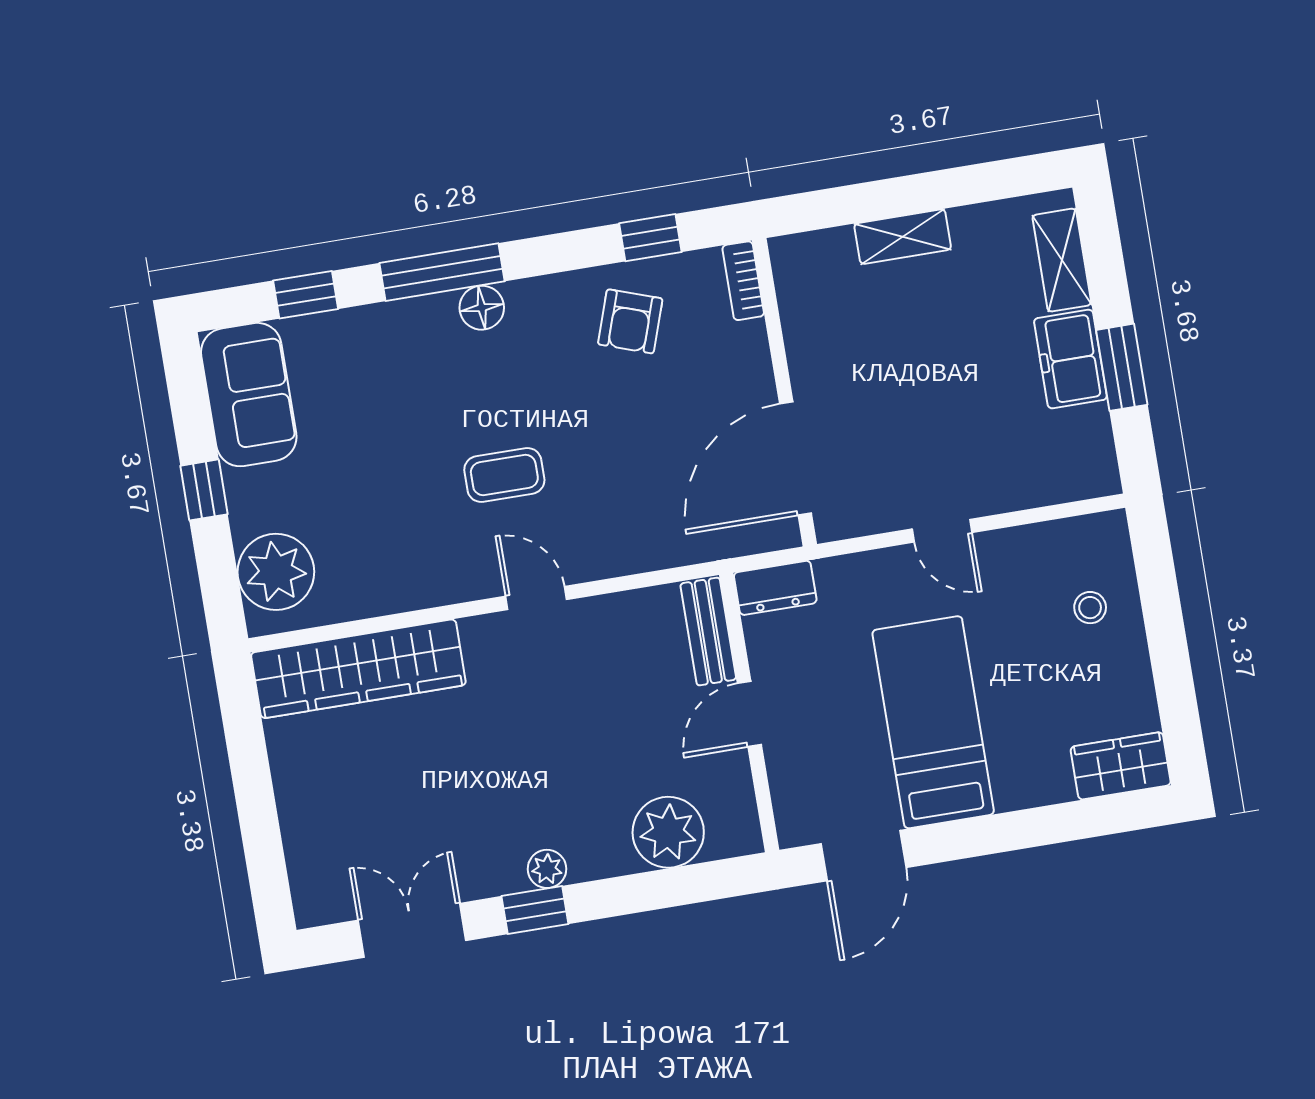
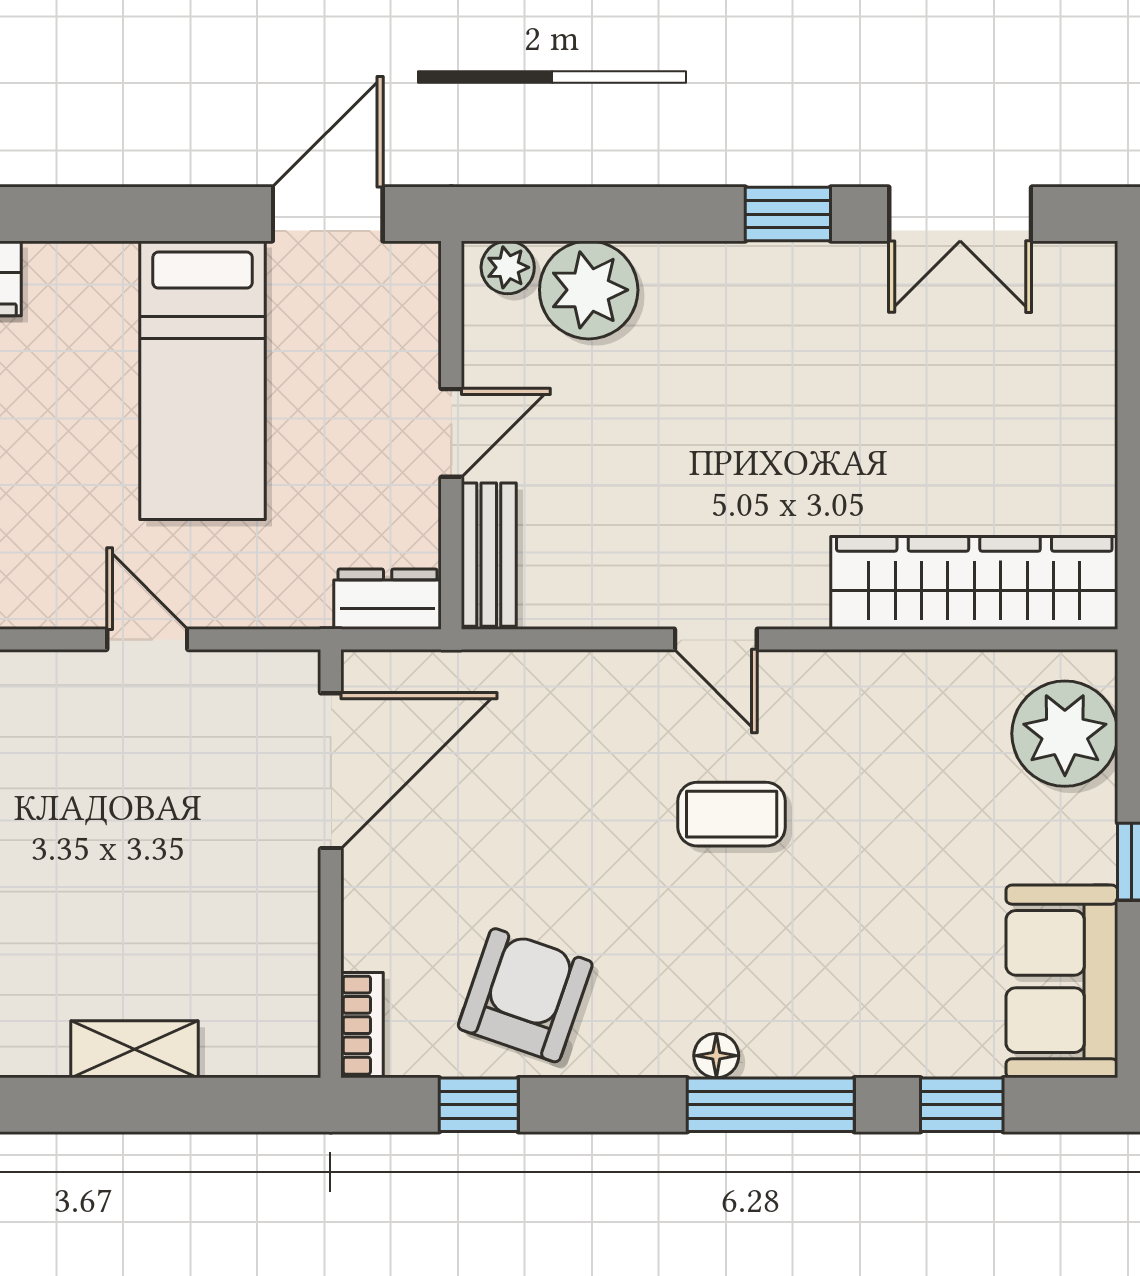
floor lamp: (482, 308) -> (716, 1056), width x0.73, depth x0.73
armchair: (630, 321) -> (525, 995), width x1.38, depth x1.38
plant: (547, 869) -> (508, 267), moved

